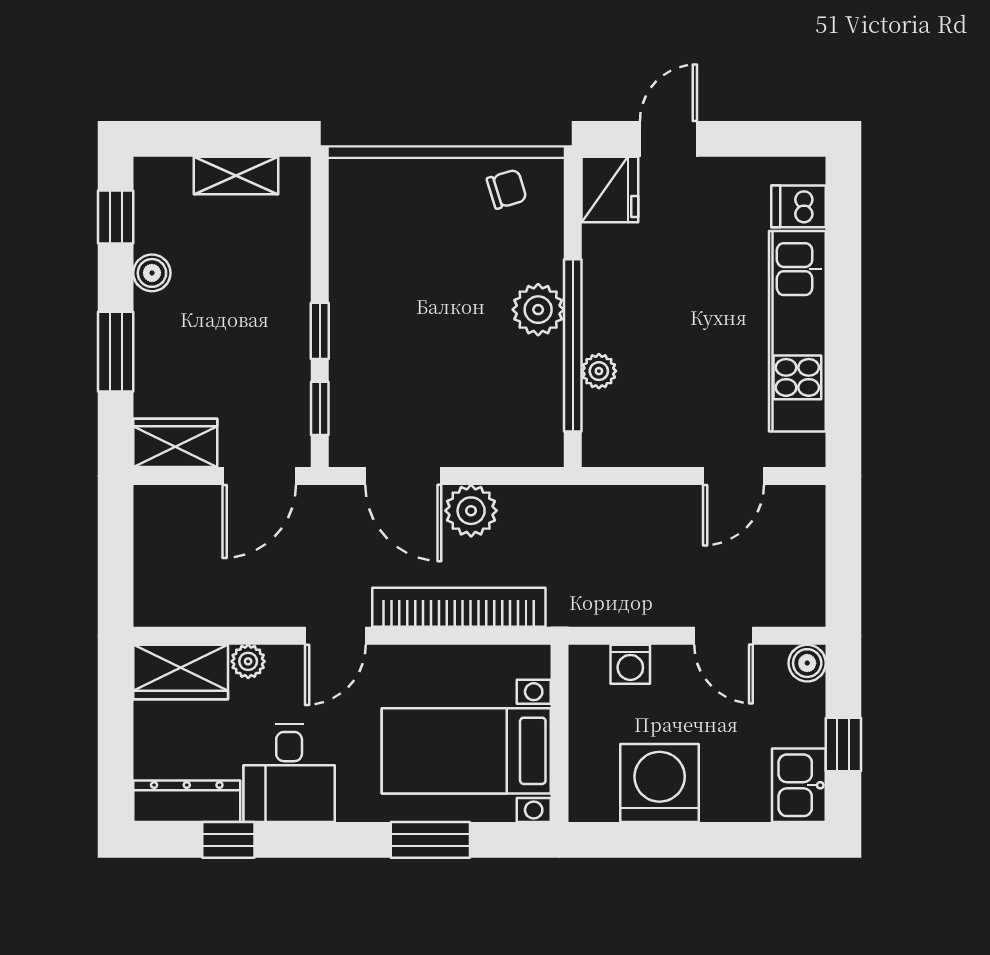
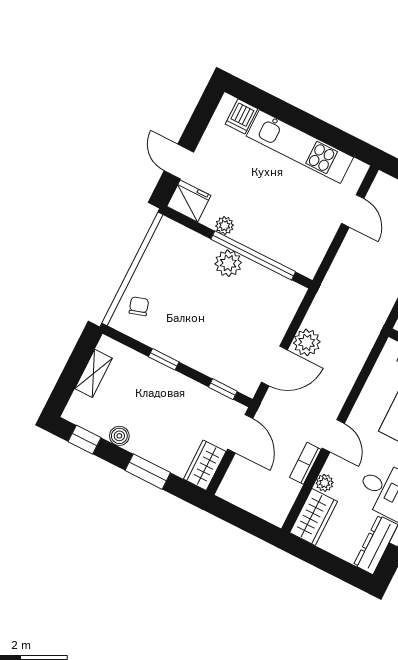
chair: (507, 189) -> (139, 306), moved
window: (320, 331) -> (164, 359), moved
plant: (599, 371) -> (225, 226), moved
bookcase: (459, 607) -> (305, 463), moved, width x0.43, depth x0.76

